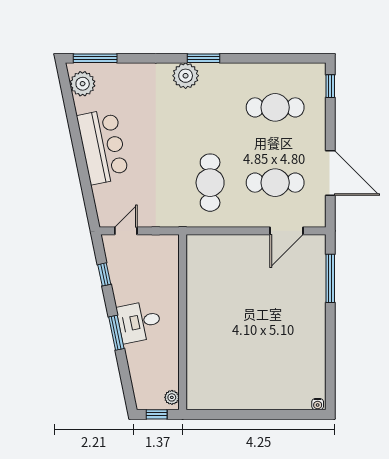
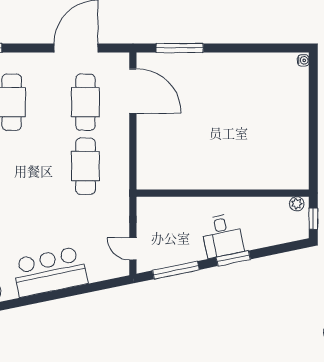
cafe table: (210, 183) -> (85, 166), turned 90
door: (287, 231) -> (133, 91), width x1.36
window: (104, 274) -> (176, 270), width x2.17

